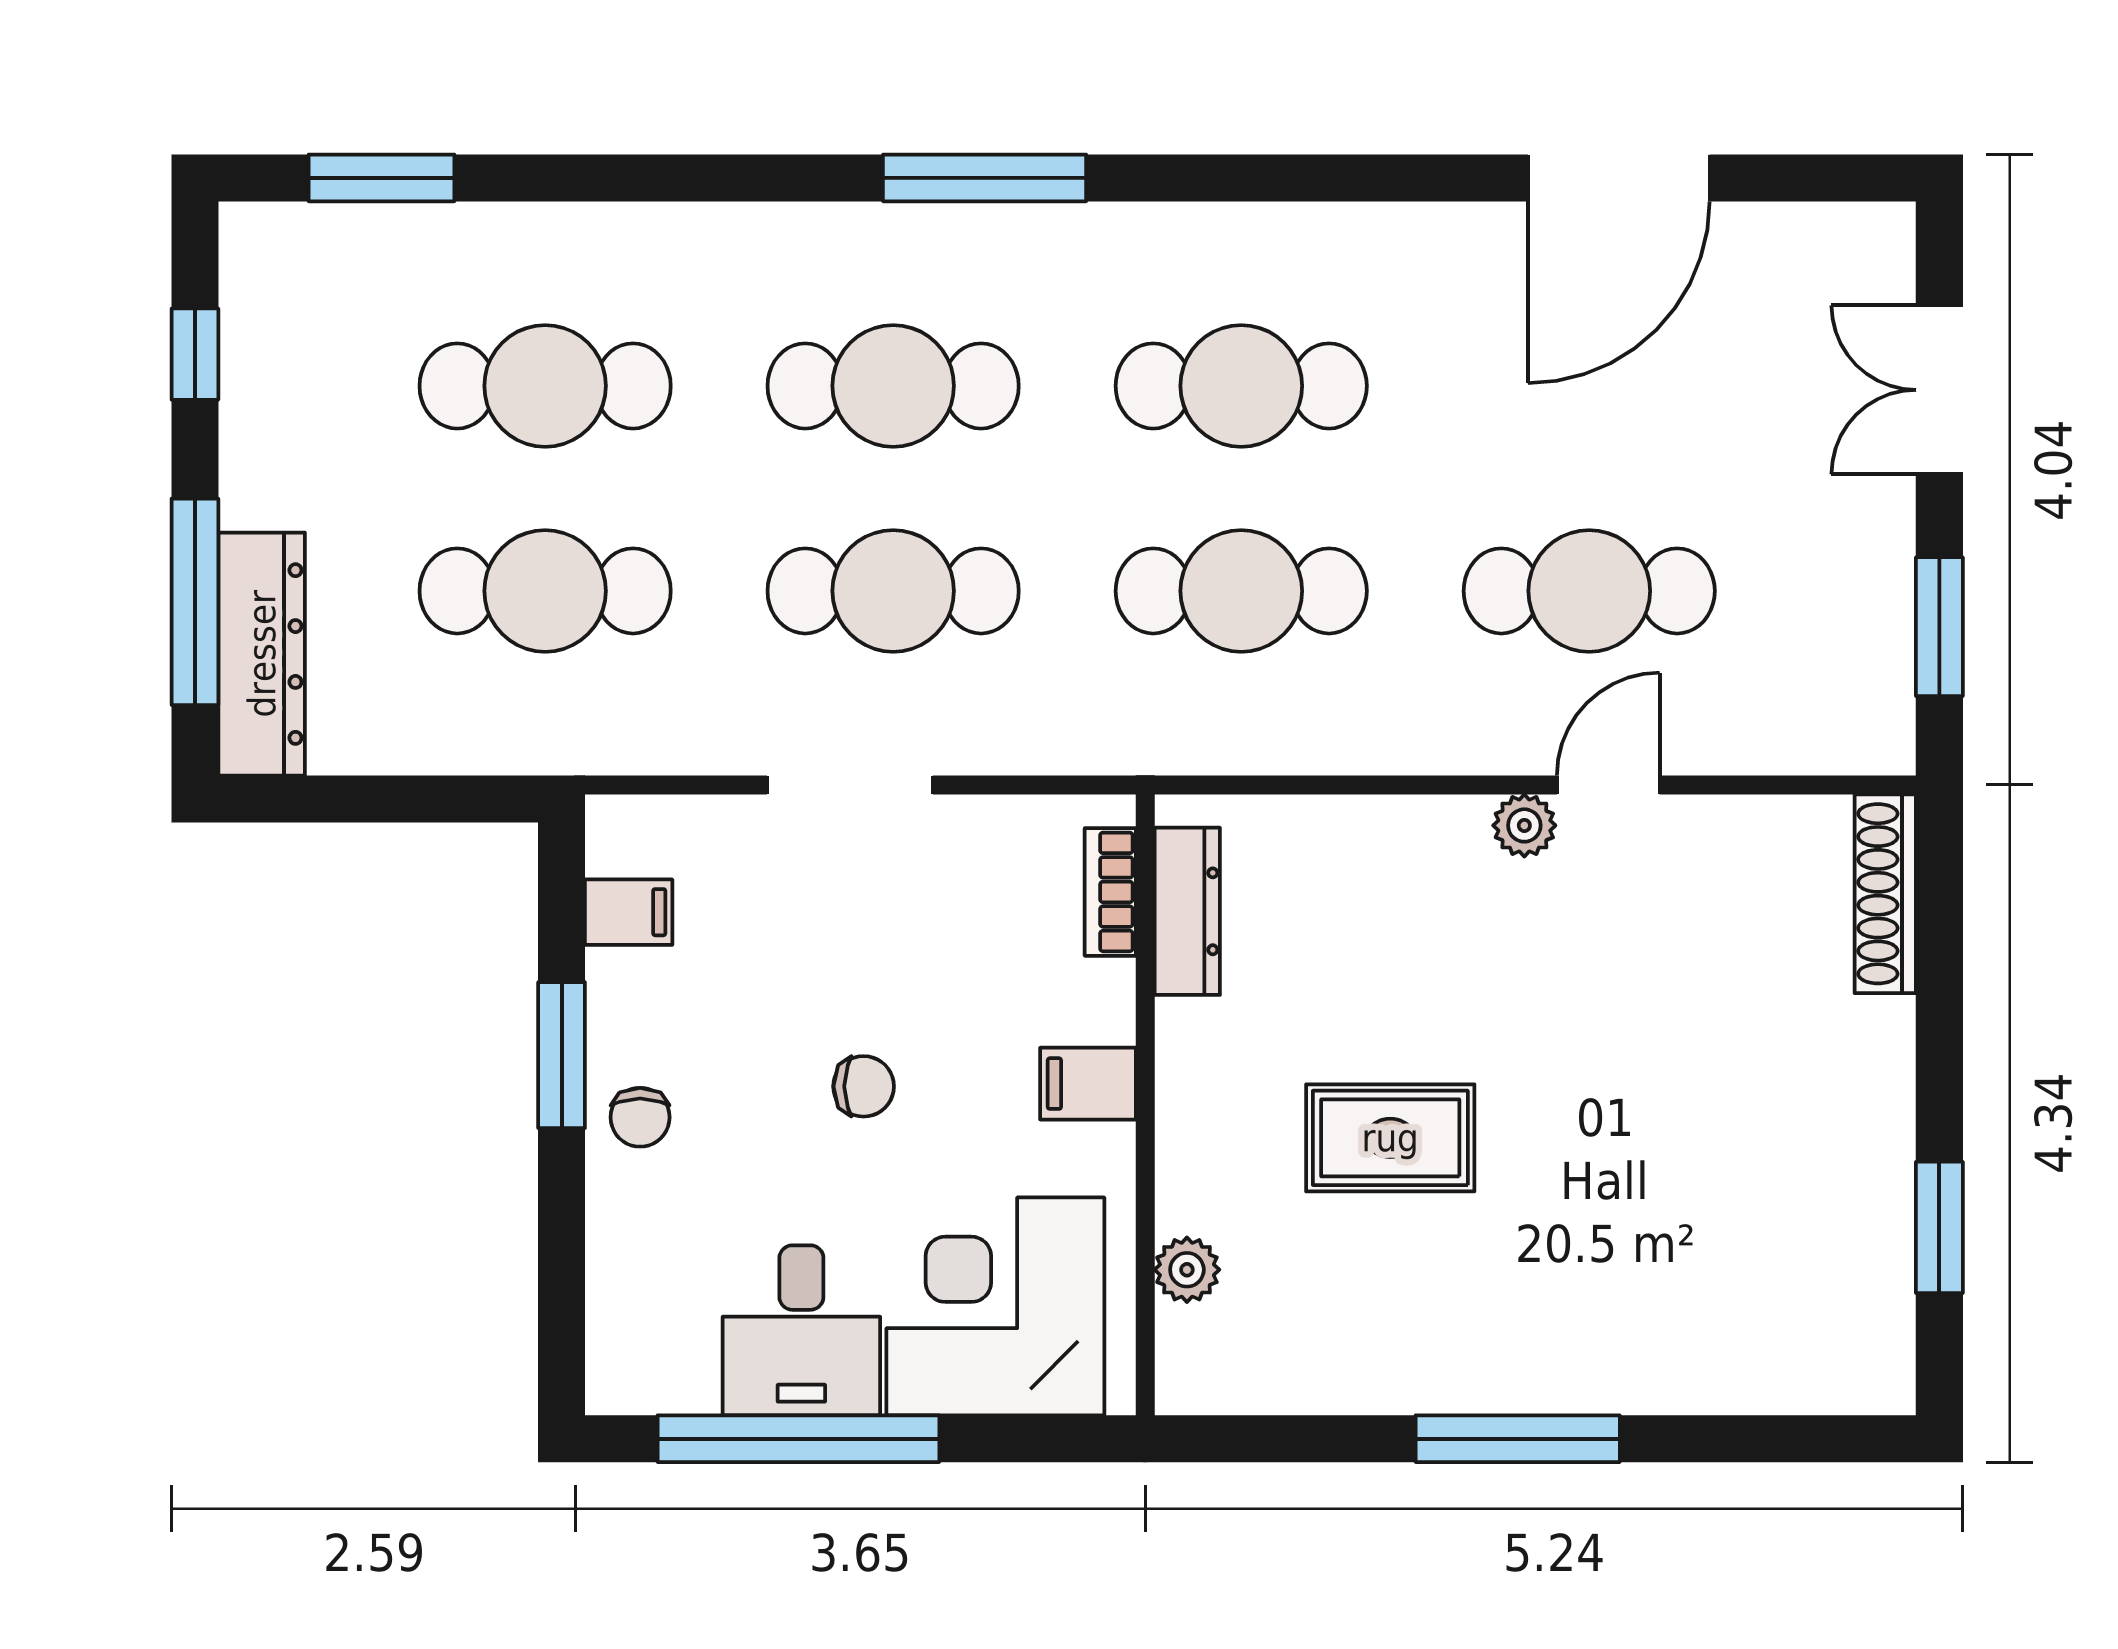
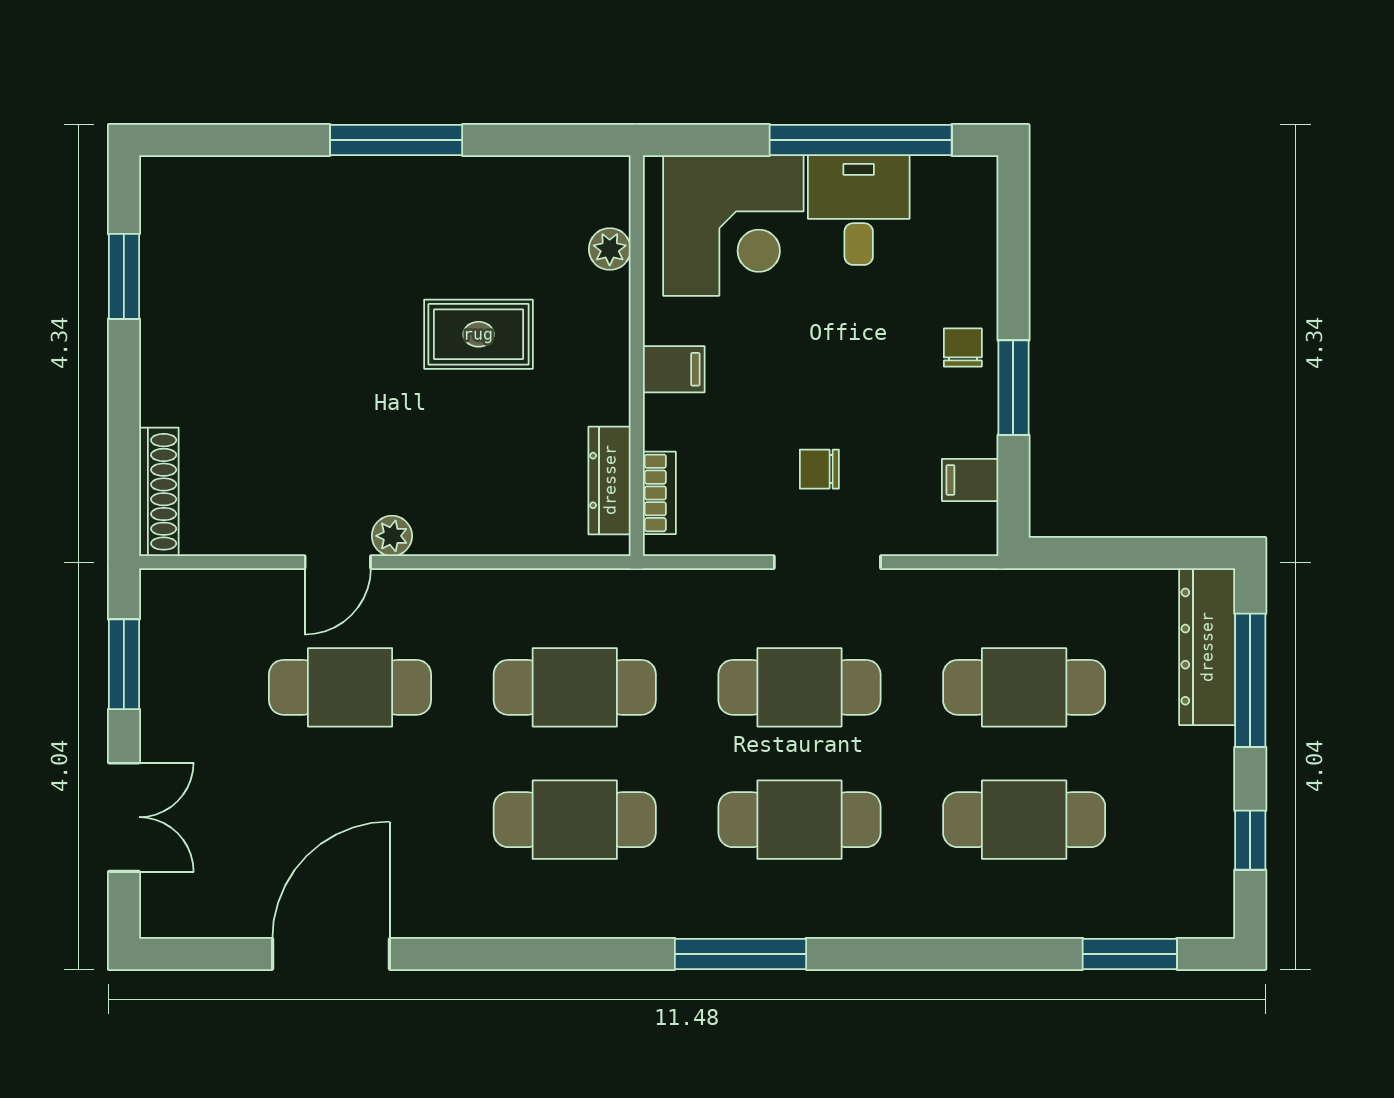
chair: (864, 1086) -> (819, 469), moved

